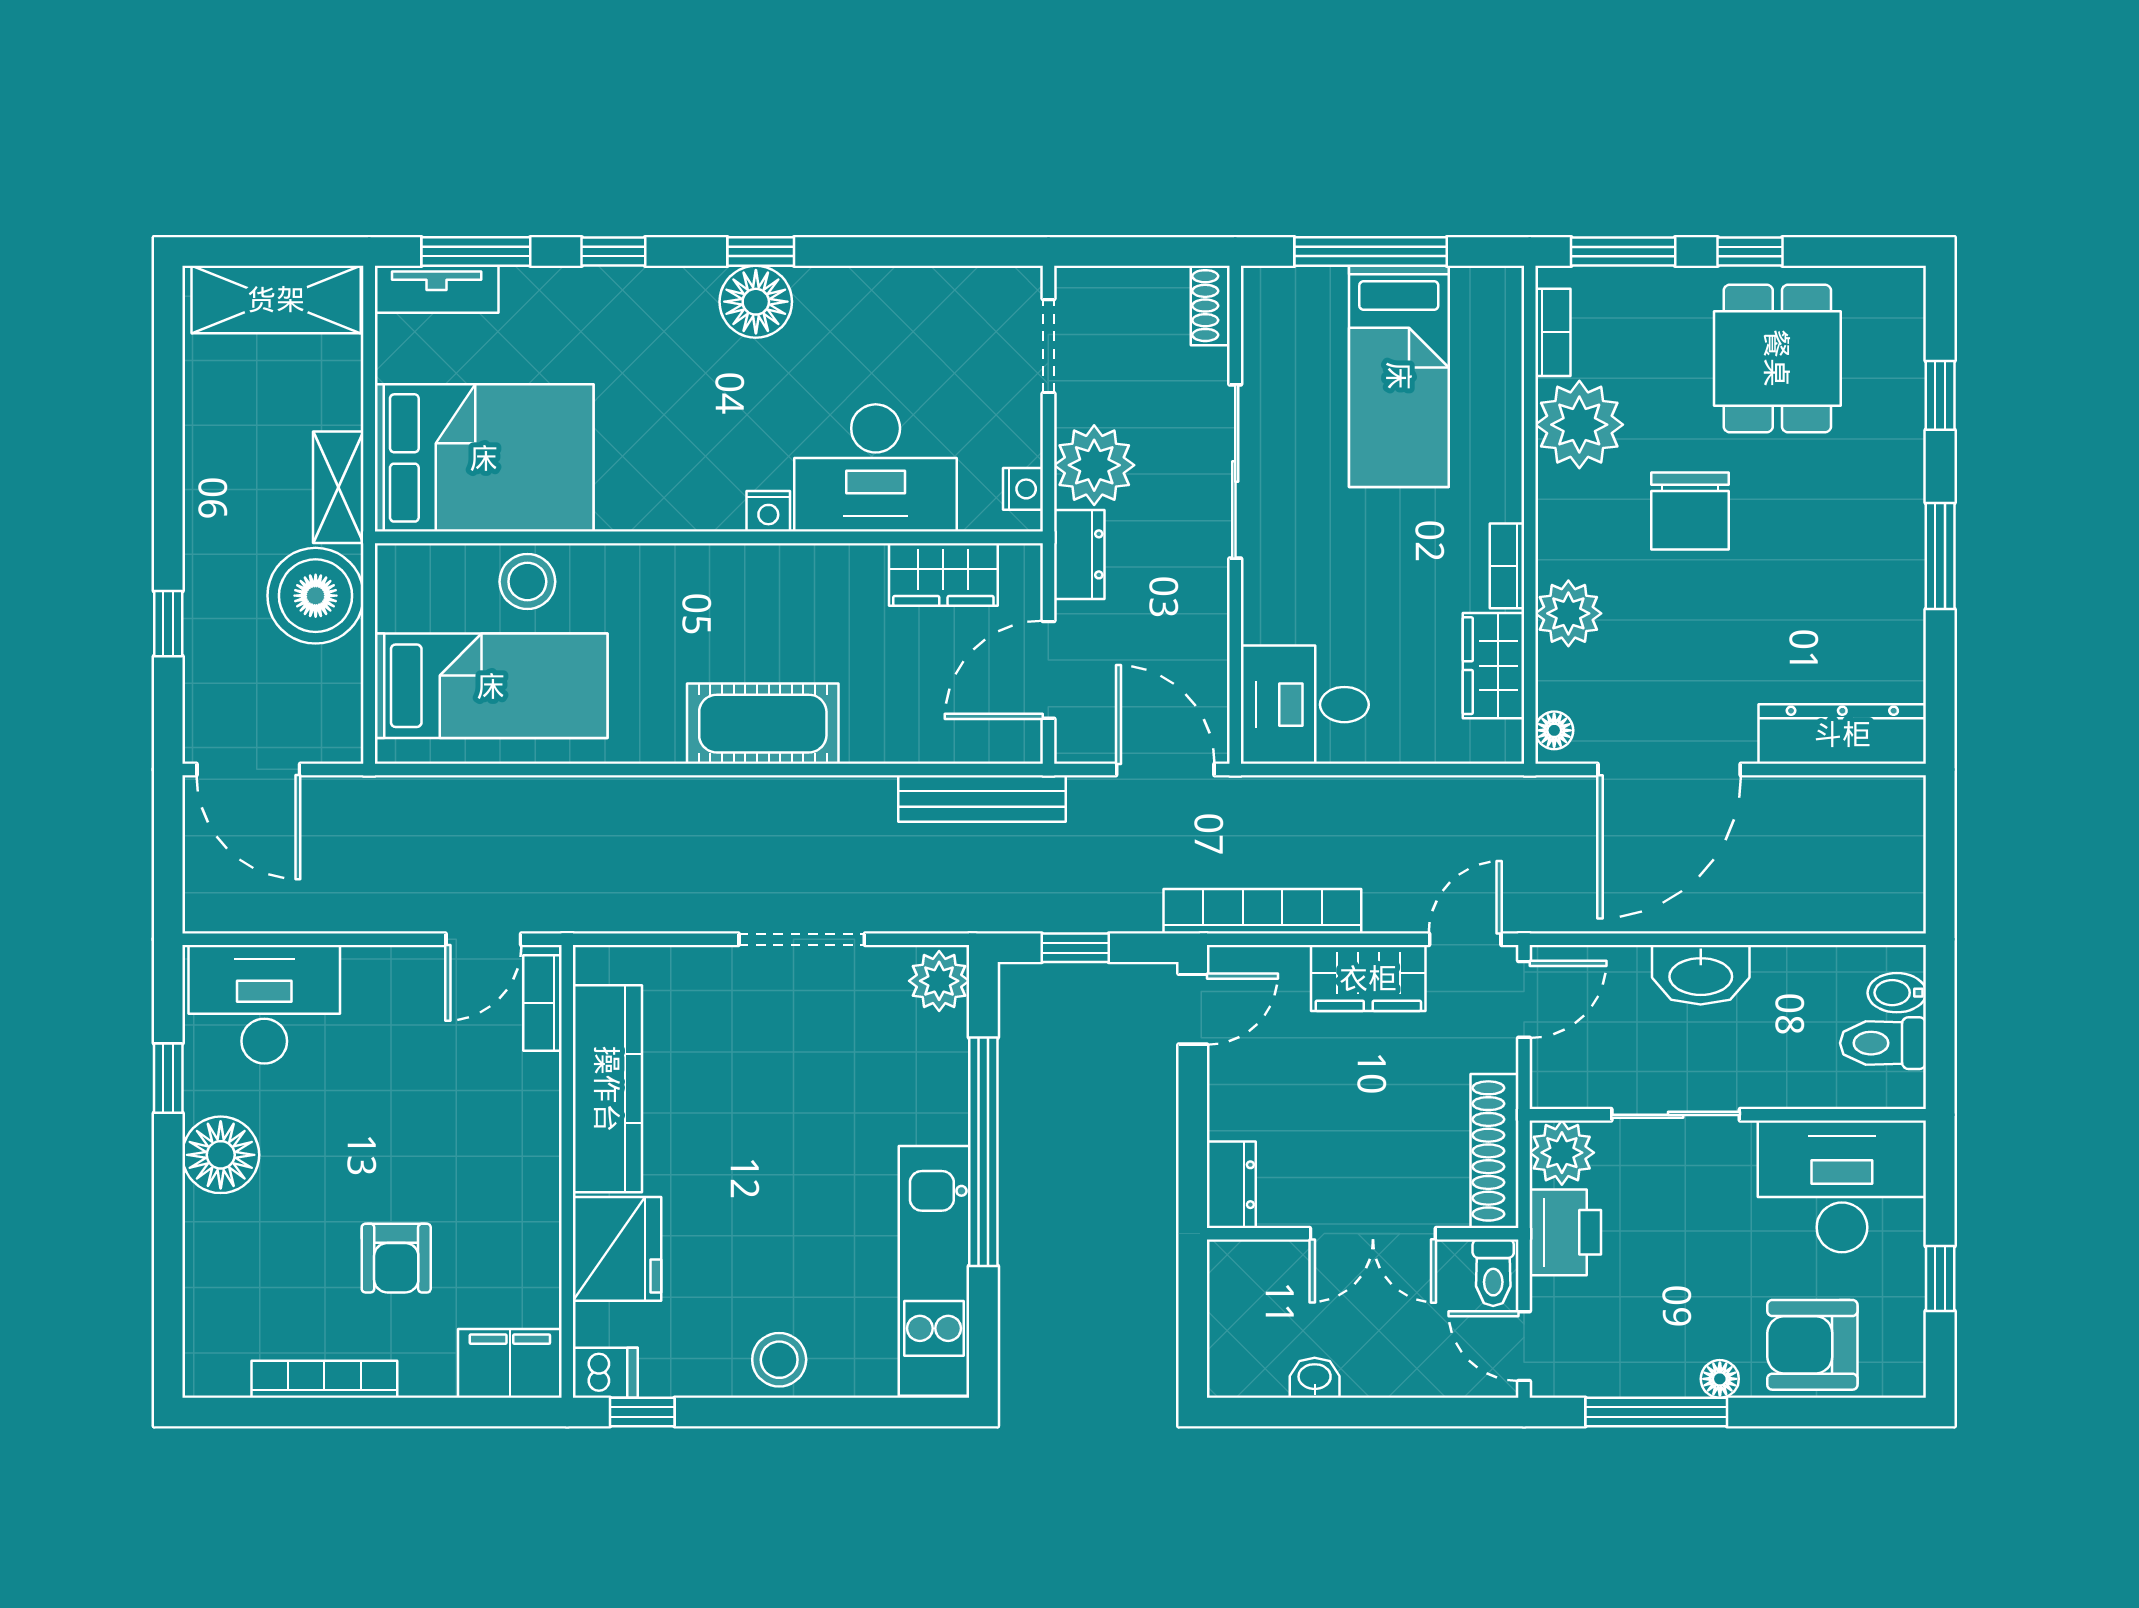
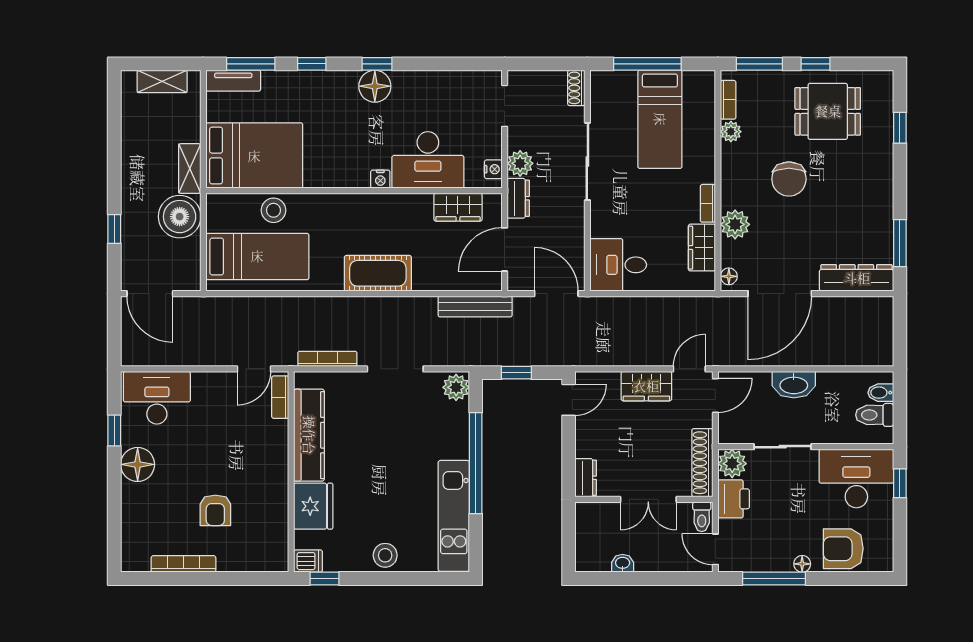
shelving: (276, 299) -> (162, 81), width x0.67, depth x0.75
dining table: (1777, 358) -> (828, 111), turned 90
plant: (1579, 425) -> (731, 132), width x0.53, depth x0.53
plant: (1094, 465) -> (520, 163), width x0.73, depth x0.73
window: (1940, 556) -> (900, 243), moved
bookcase: (1262, 911) -> (327, 359), moved, width x0.68, depth x0.76
window: (1940, 1279) -> (900, 483), moved
filing cabinet: (510, 1363) -> (266, 557), removed

